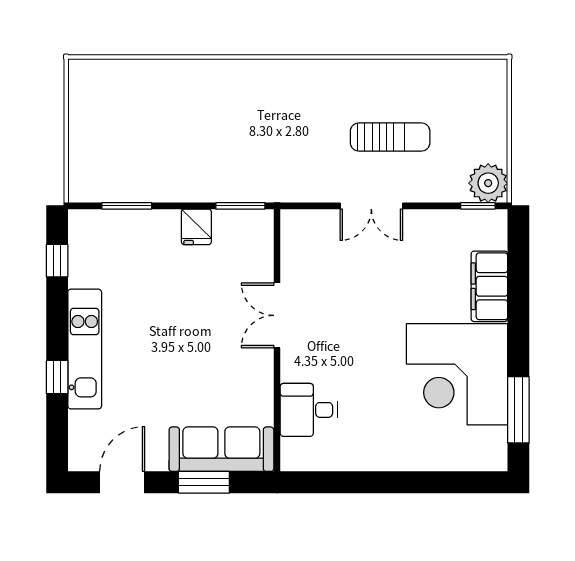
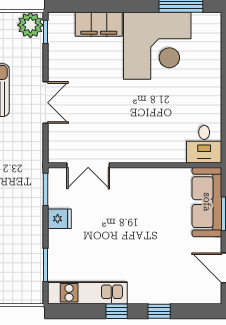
window: (57, 261) -> (117, 311), moved
double door: (277, 315) -> (88, 165), moved
kitchen unit: (85, 349) -> (87, 293), moved
desk: (309, 410) -> (204, 144), moved

